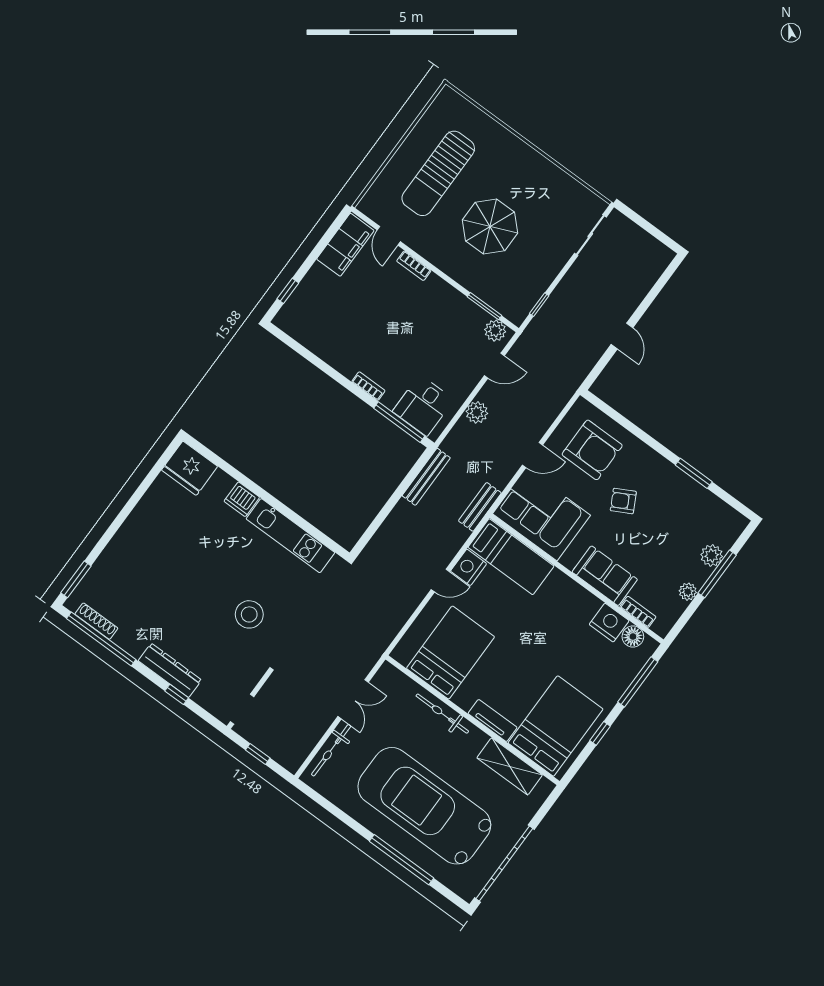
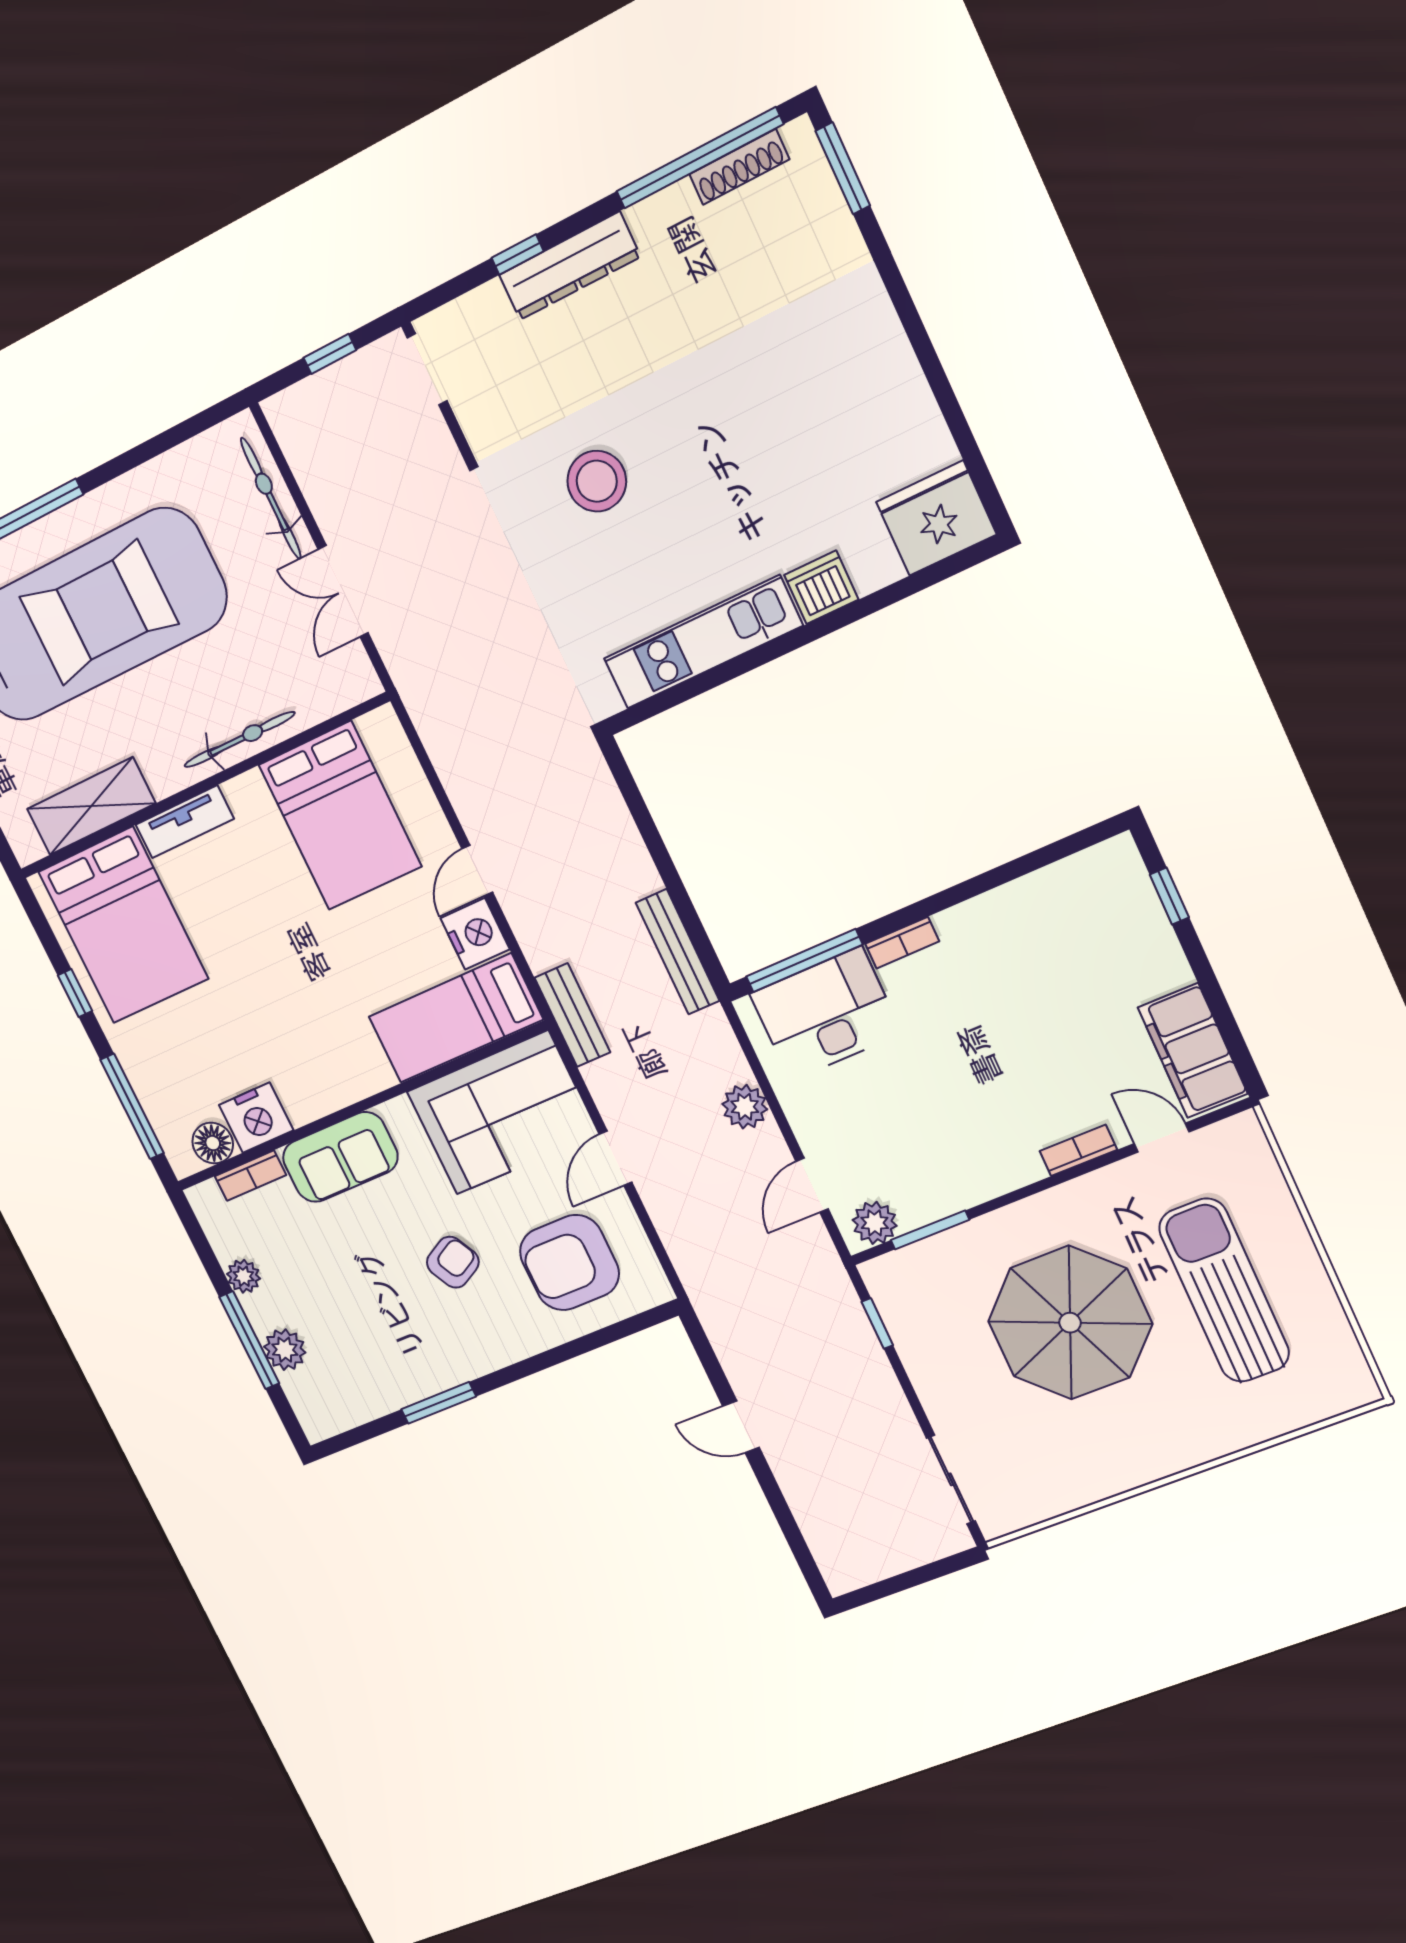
parasol: (490, 226) -> (1070, 1323), width x1.36, depth x1.36
desk: (423, 406) -> (826, 1014), width x1.37

